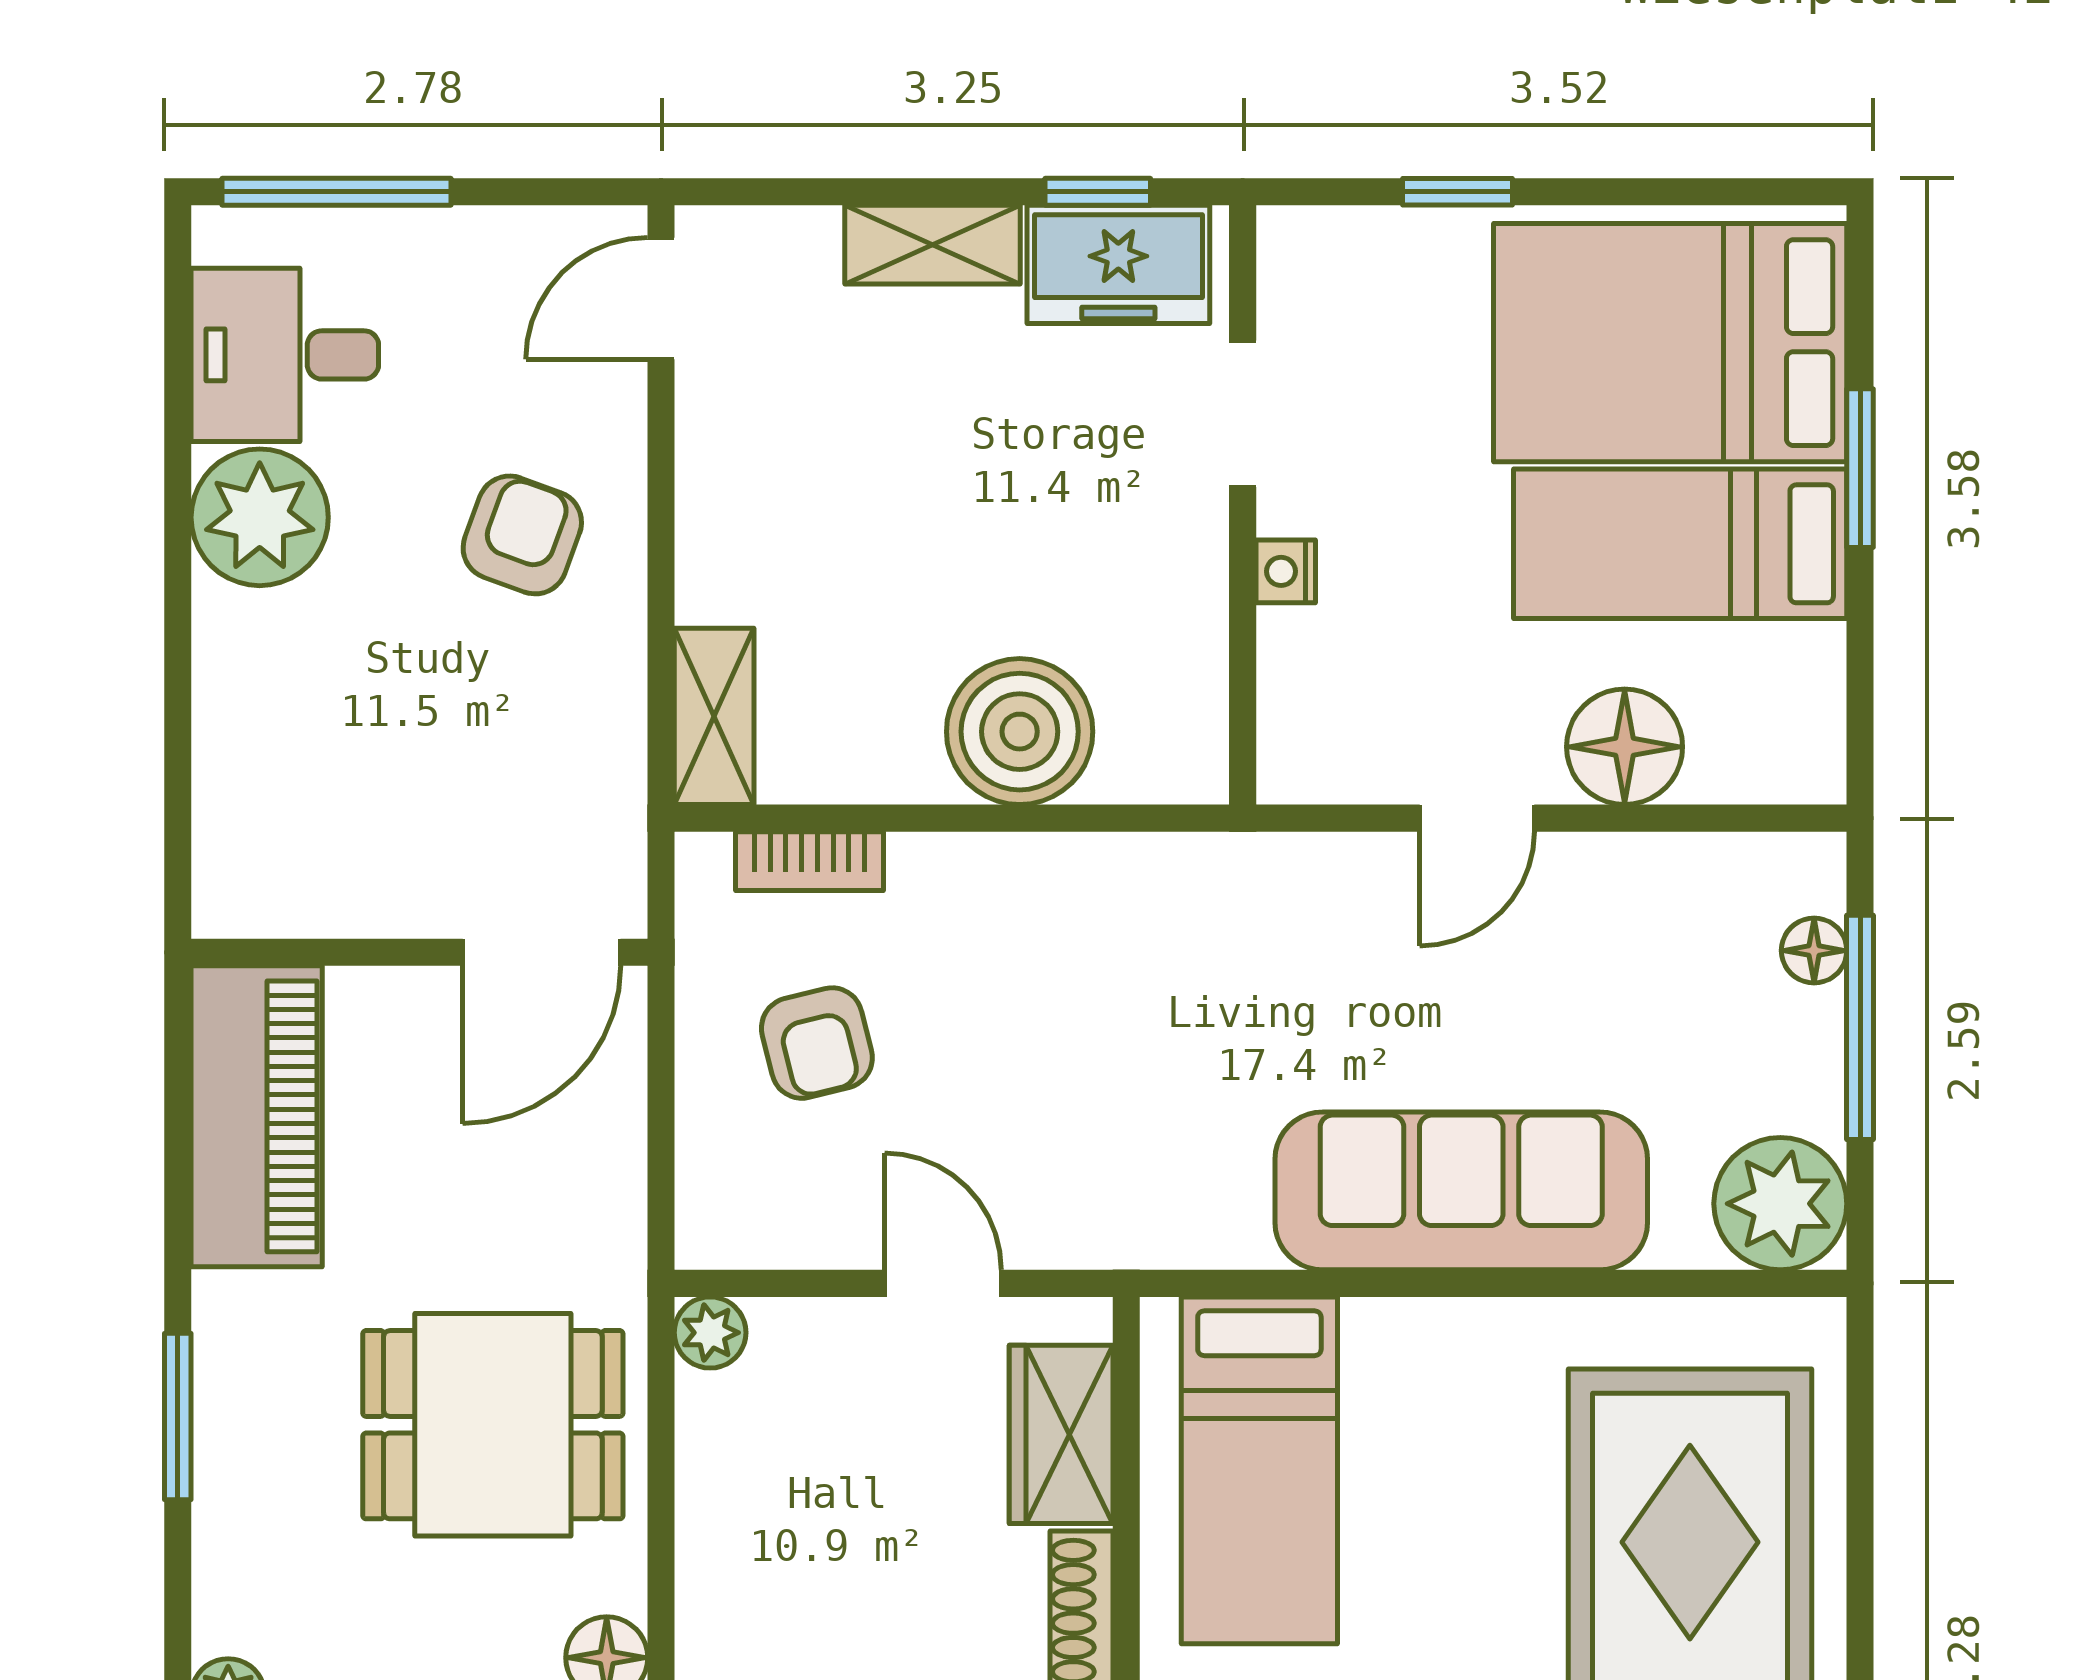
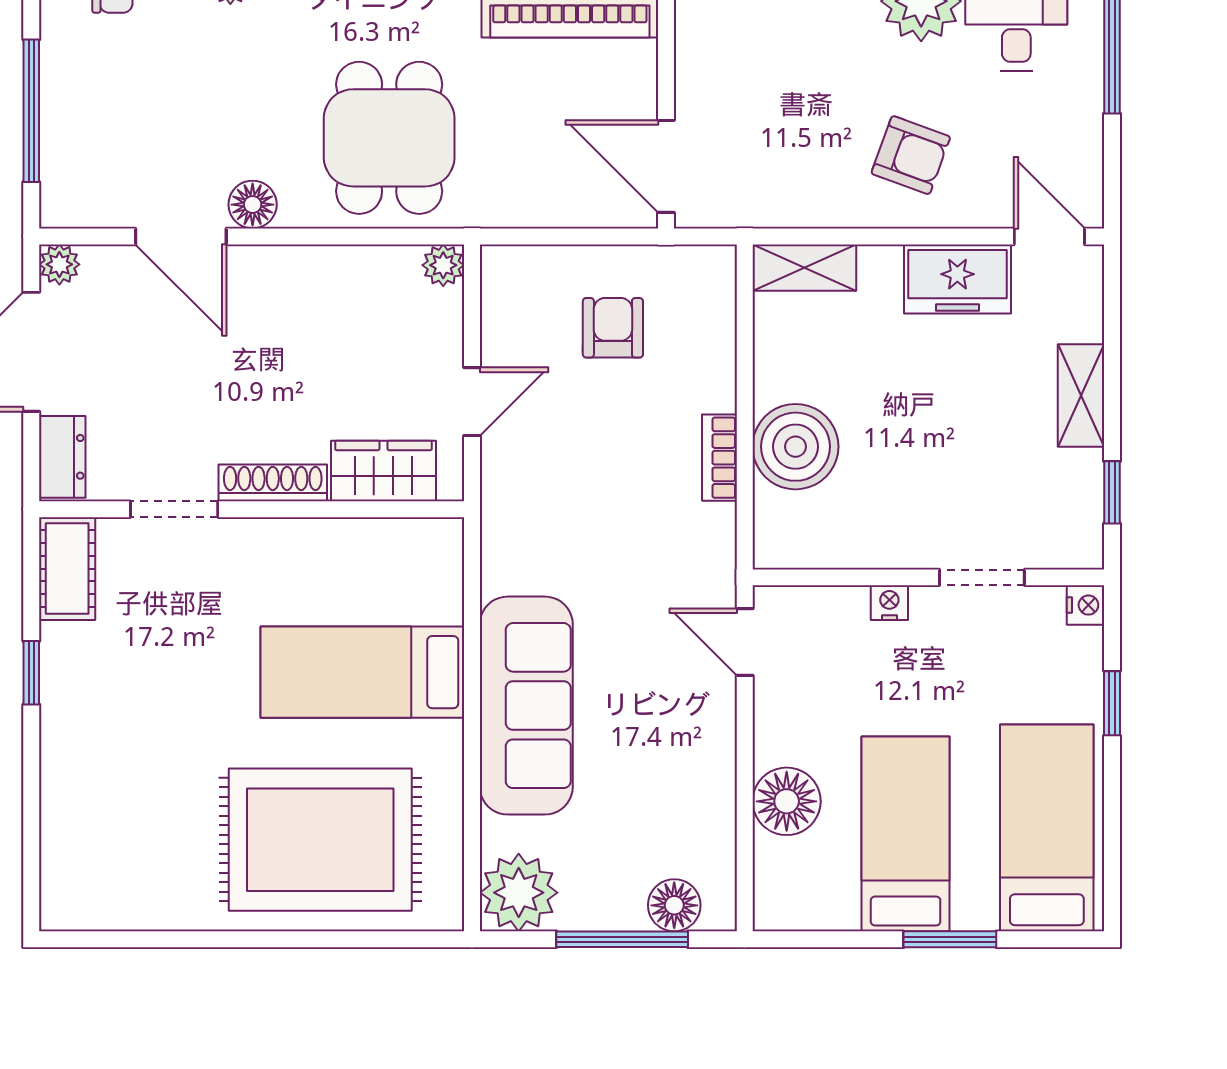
nightstand: (1290, 237) -> (1085, 605), added
freezer: (1118, 264) -> (957, 279), moved, turned -90
bed: (1670, 343) -> (1047, 828), width x0.67
door: (1477, 818) -> (745, 642), moved
bookcase: (809, 861) -> (720, 458), moved
floor lamp: (1814, 951) -> (674, 905), width x1.37, depth x1.37
armchair: (817, 1043) -> (613, 328), turned 104
bed: (1259, 1470) -> (362, 672), moved

